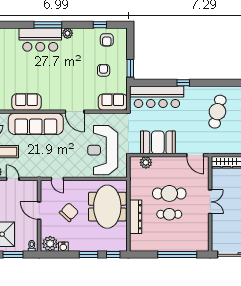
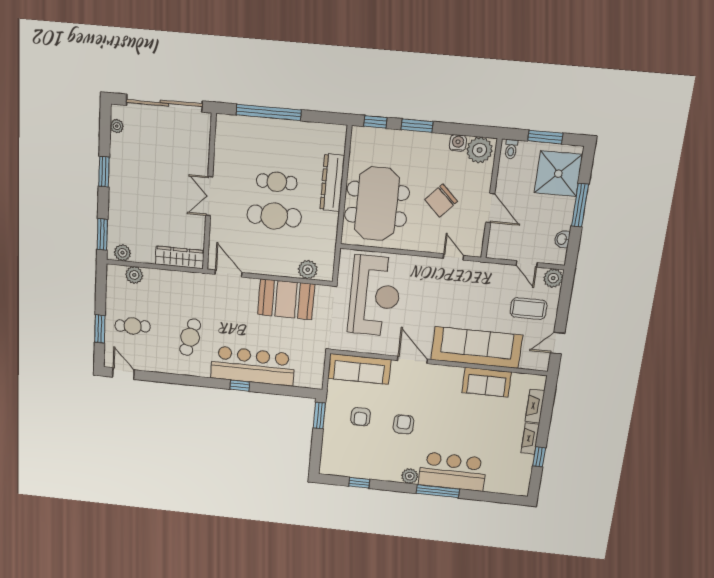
armchair: (107, 40) -> (403, 424), moved
bar counter: (157, 97) -> (253, 366), moved
sofa: (113, 102) -> (359, 369), width x1.36
cafe table: (217, 112) -> (190, 337), width x0.73, depth x0.74

